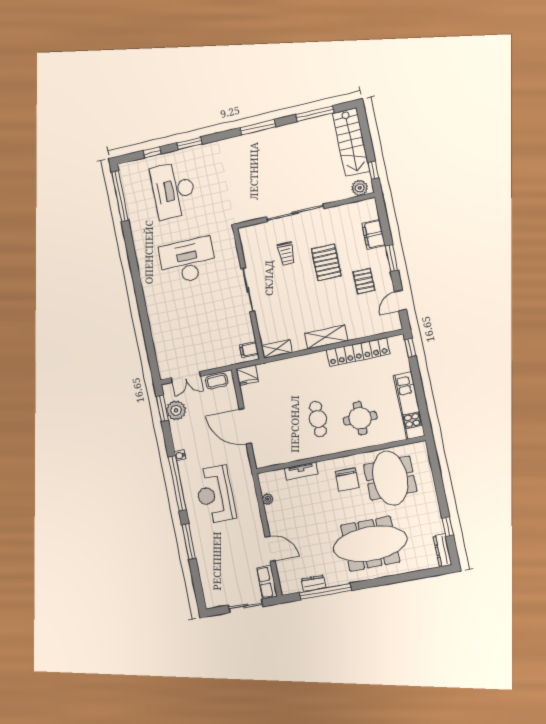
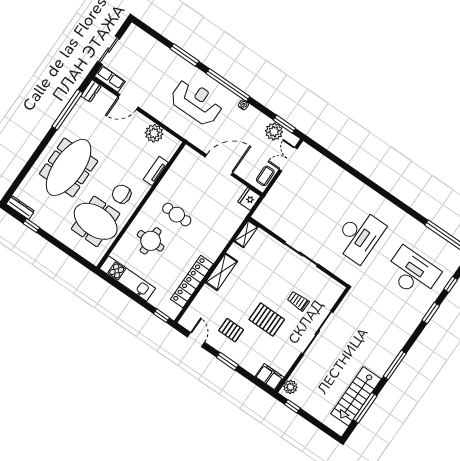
stairs: (351, 142) -> (356, 396), moved, turned -90
filing cabinet: (374, 234) -> (270, 377), moved
filing cabinet: (249, 350) -> (264, 216), removed
plant: (268, 499) -> (154, 133), width x1.88, depth x1.88
dresser: (313, 583) -> (91, 91), moved

